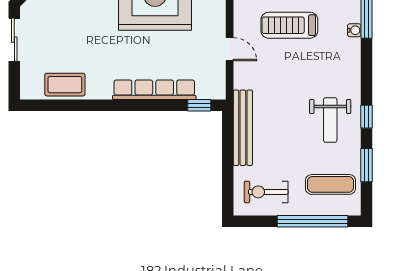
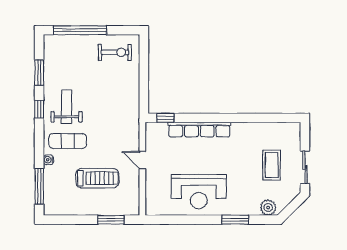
water cooler: (354, 30) -> (48, 160), moved
coffee table: (65, 85) -> (272, 165), moved, turned 90
bench: (243, 128) -> (132, 101), removed
exercise mat: (330, 184) -> (68, 141), moved

